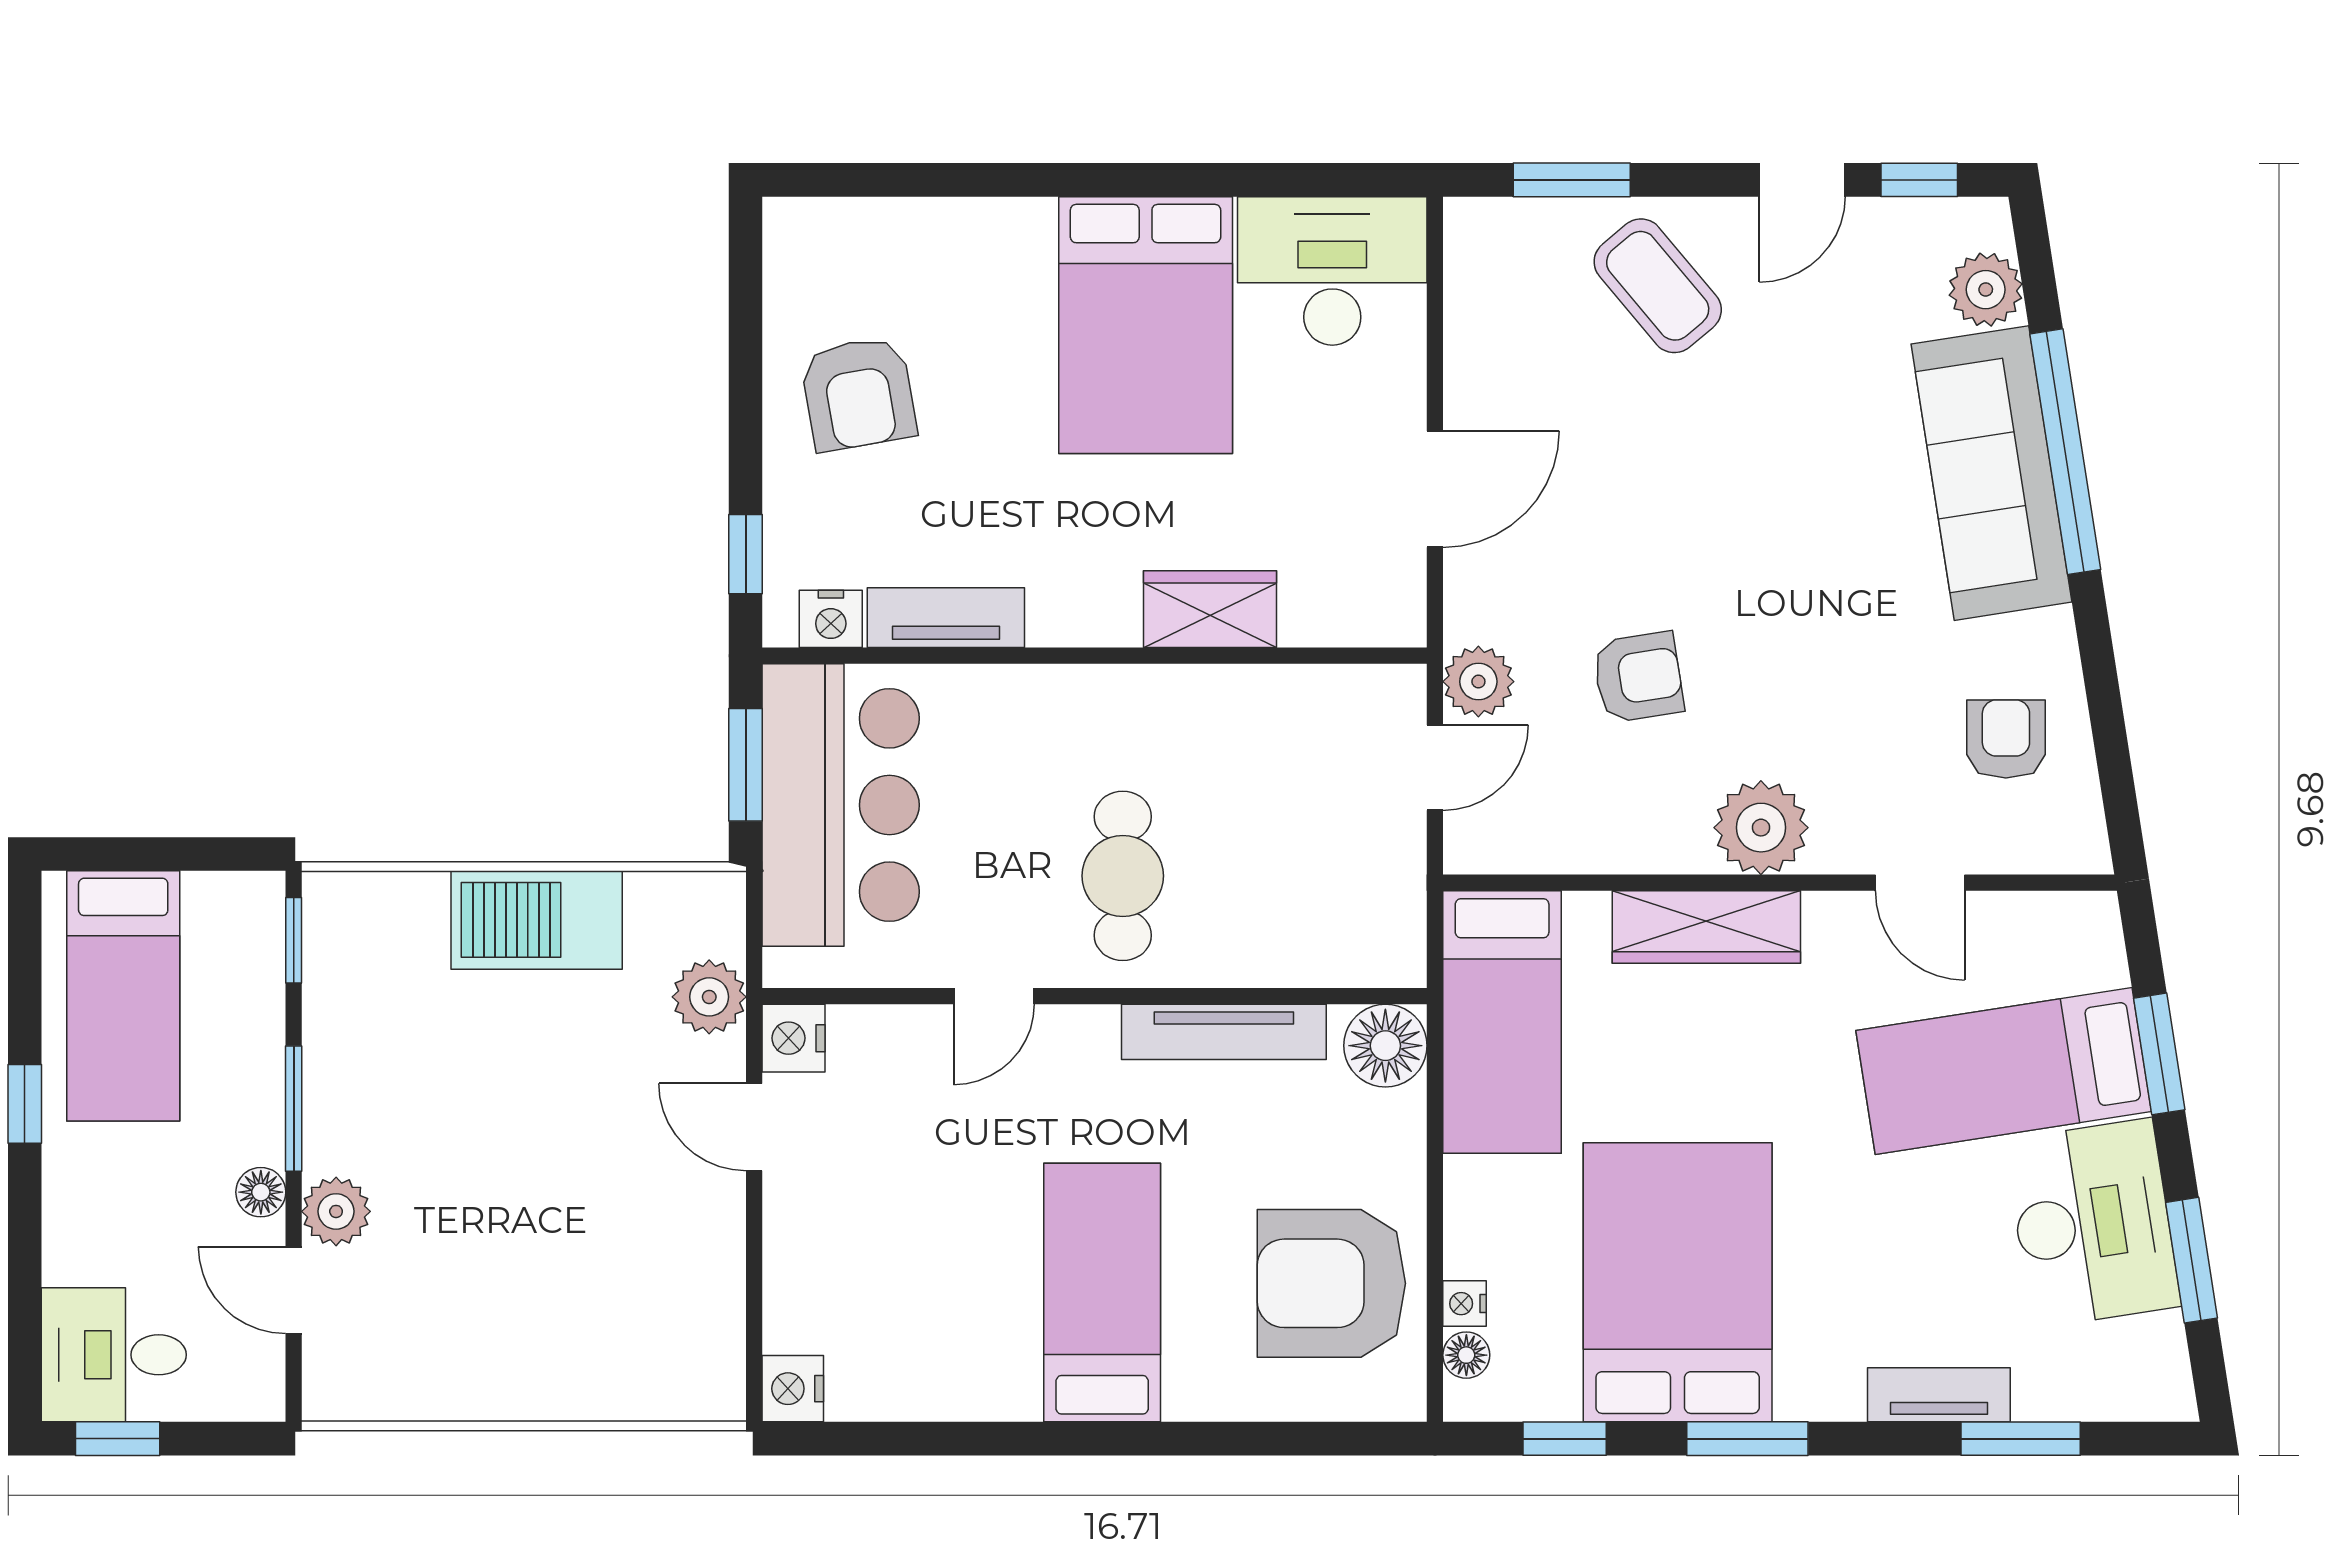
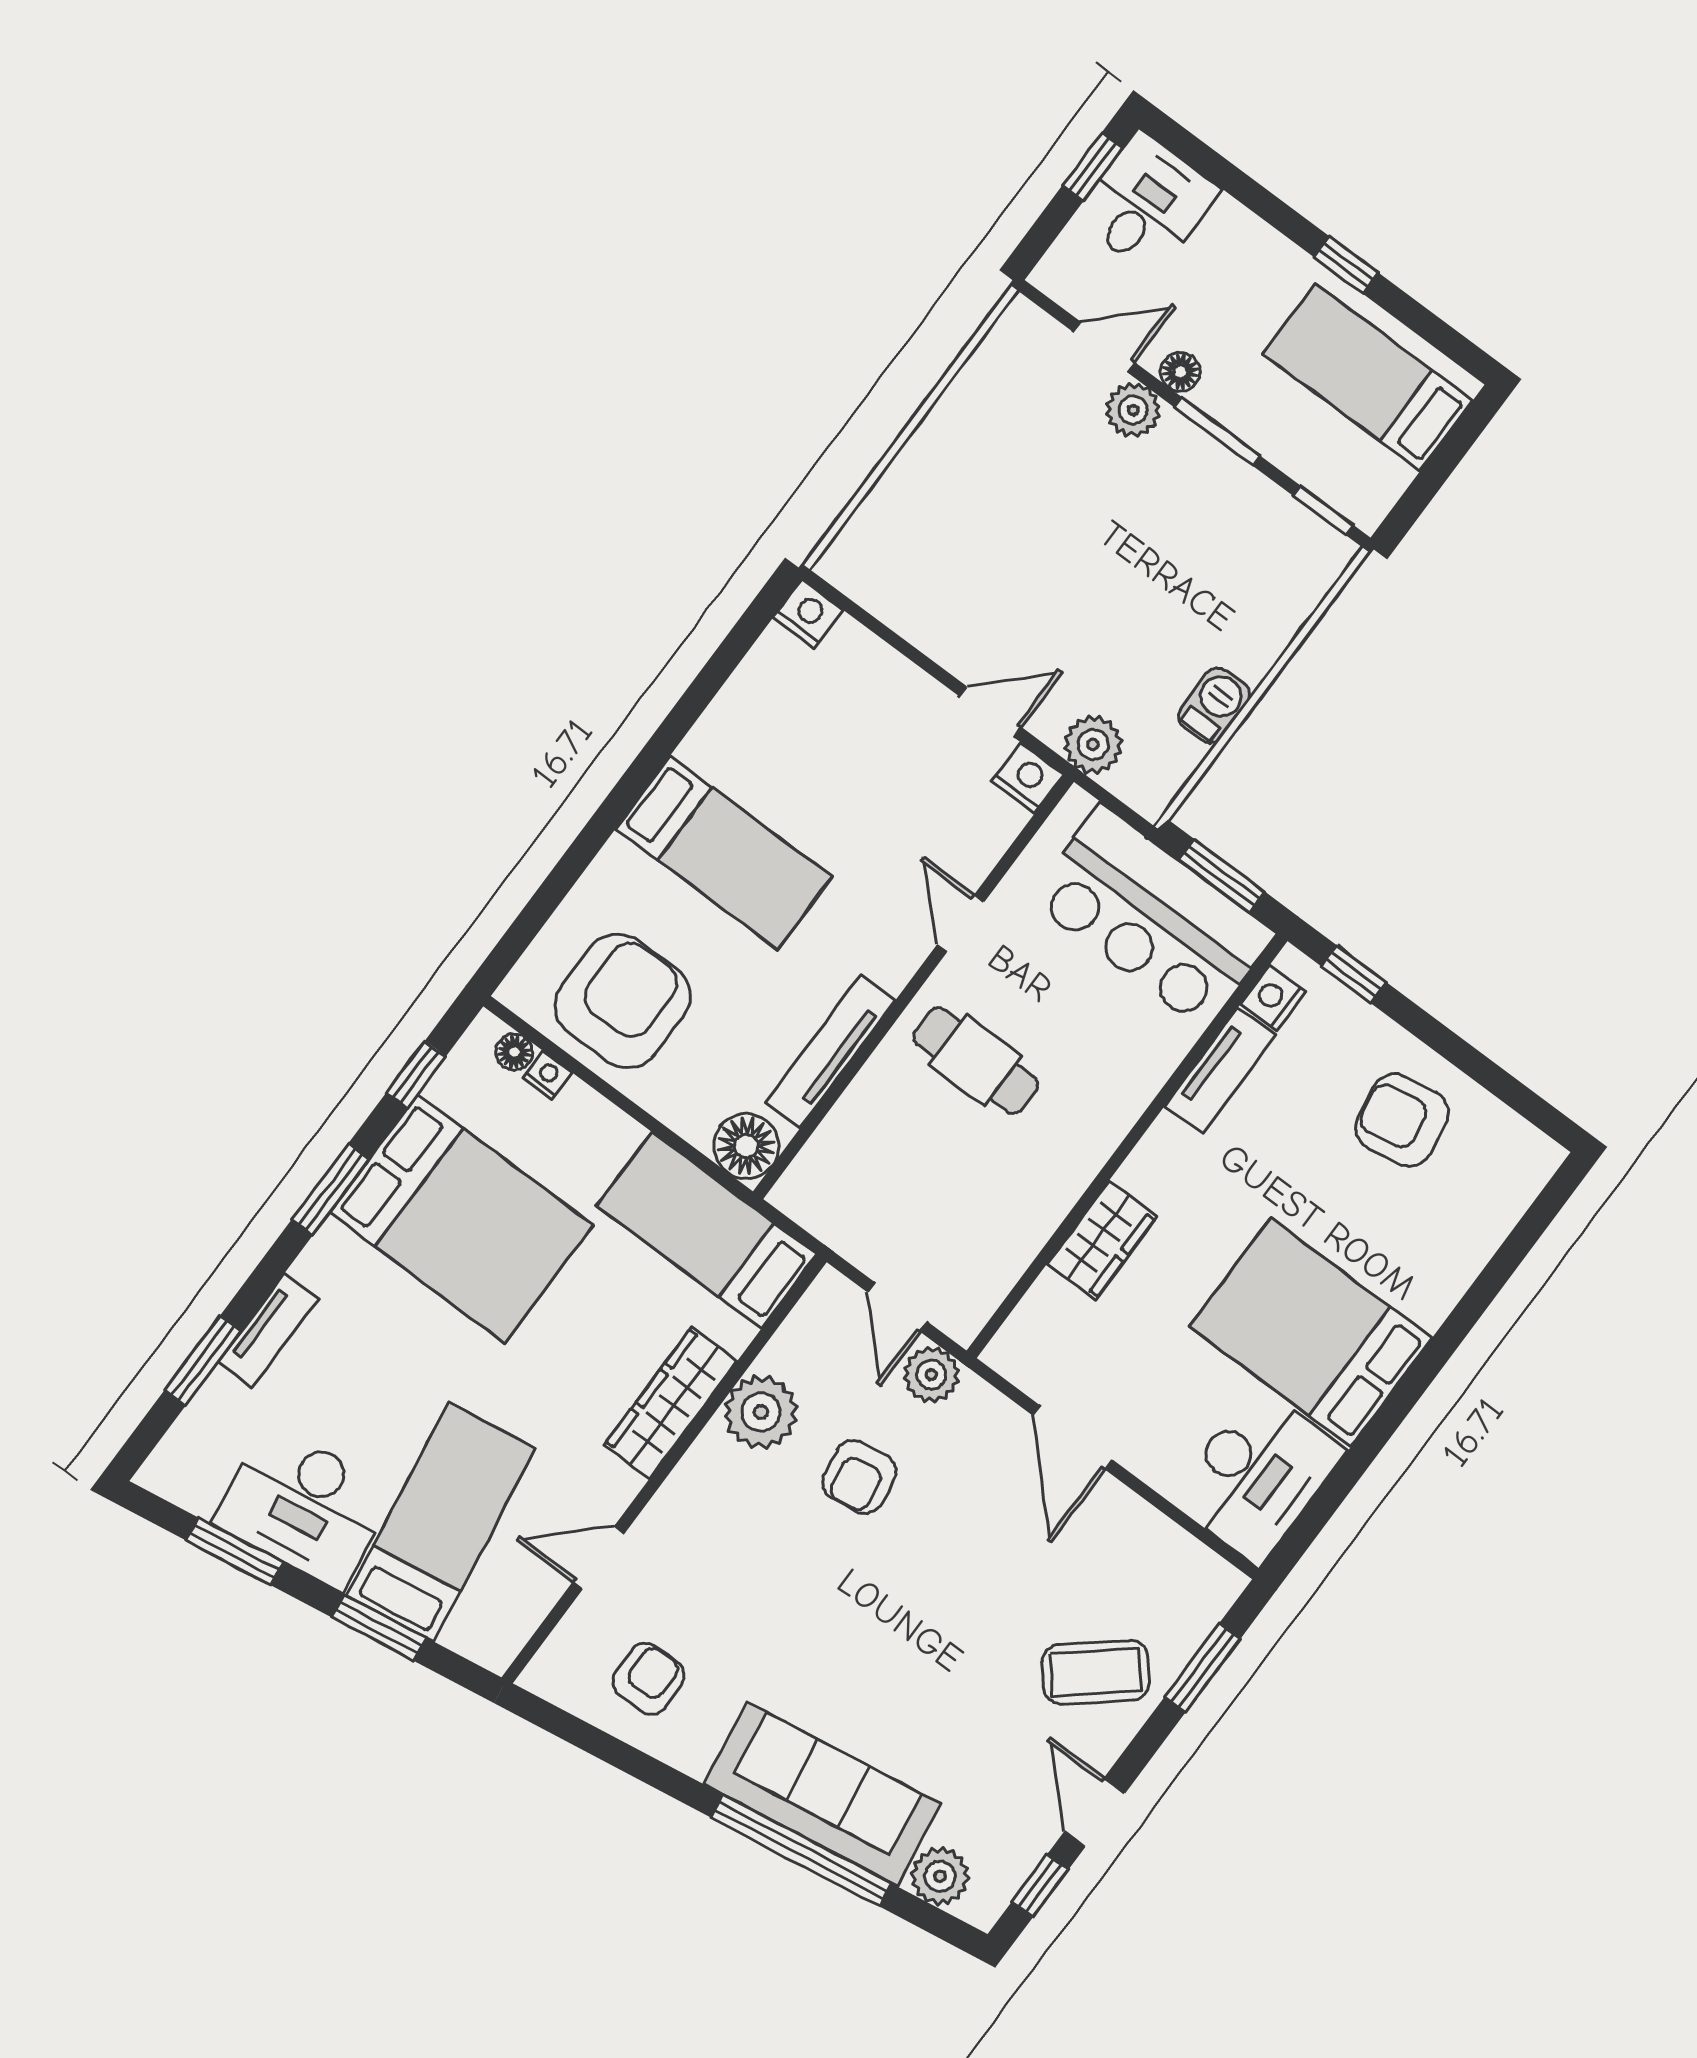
armchair: (2006, 739) -> (649, 1679), turned -90
plant: (1761, 828) -> (761, 1412), moved
barbecue: (537, 920) -> (1214, 705), width x0.53, depth x0.65

